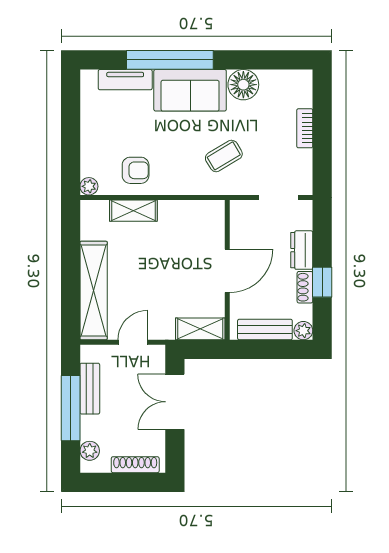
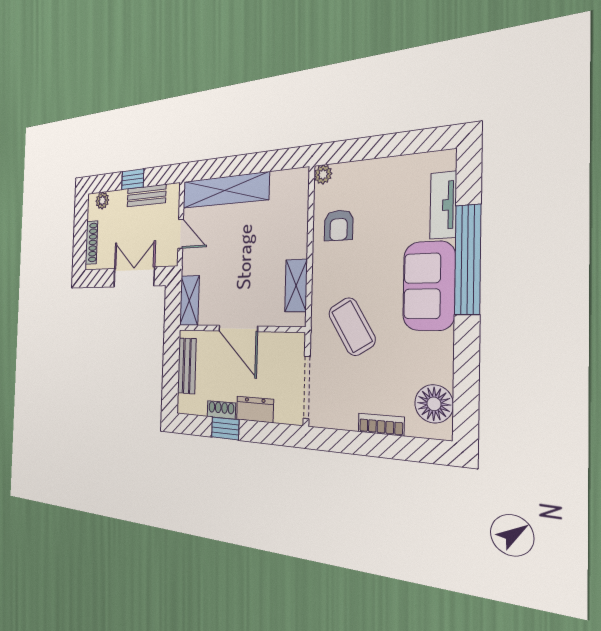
floor lamp: (243, 85) -> (434, 404), moved
coffee table: (224, 156) -> (352, 327), width x1.36, depth x1.30
doorway: (278, 198) -> (307, 387), width x1.38
shelving: (133, 211) -> (296, 286), moved
plant: (303, 331) -> (185, 405), removed
window: (71, 408) -> (133, 179), width x0.46

